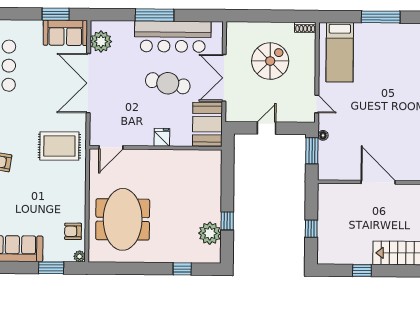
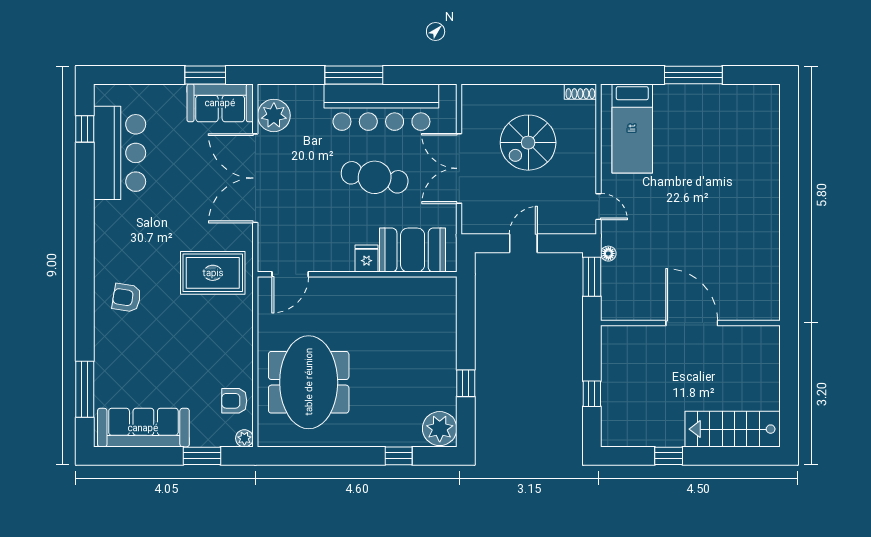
spiral stairs: (270, 61) -> (528, 143), turned 180
booth: (207, 124) -> (413, 250), moved, turned 90
plant: (210, 233) -> (440, 429), moved

